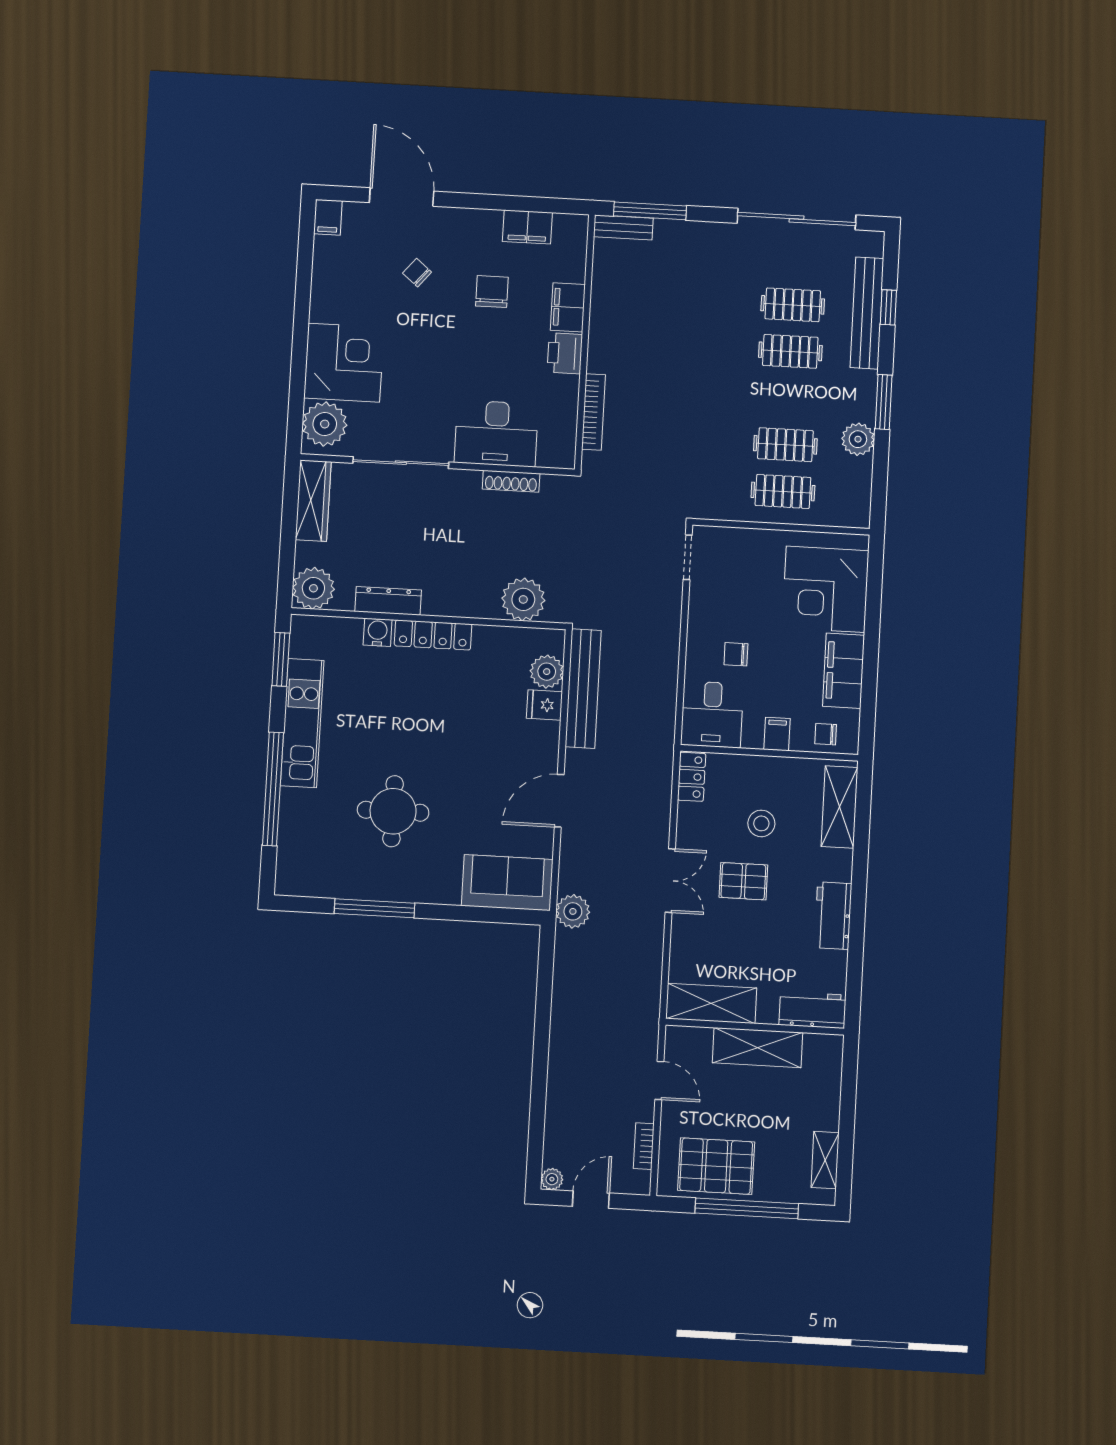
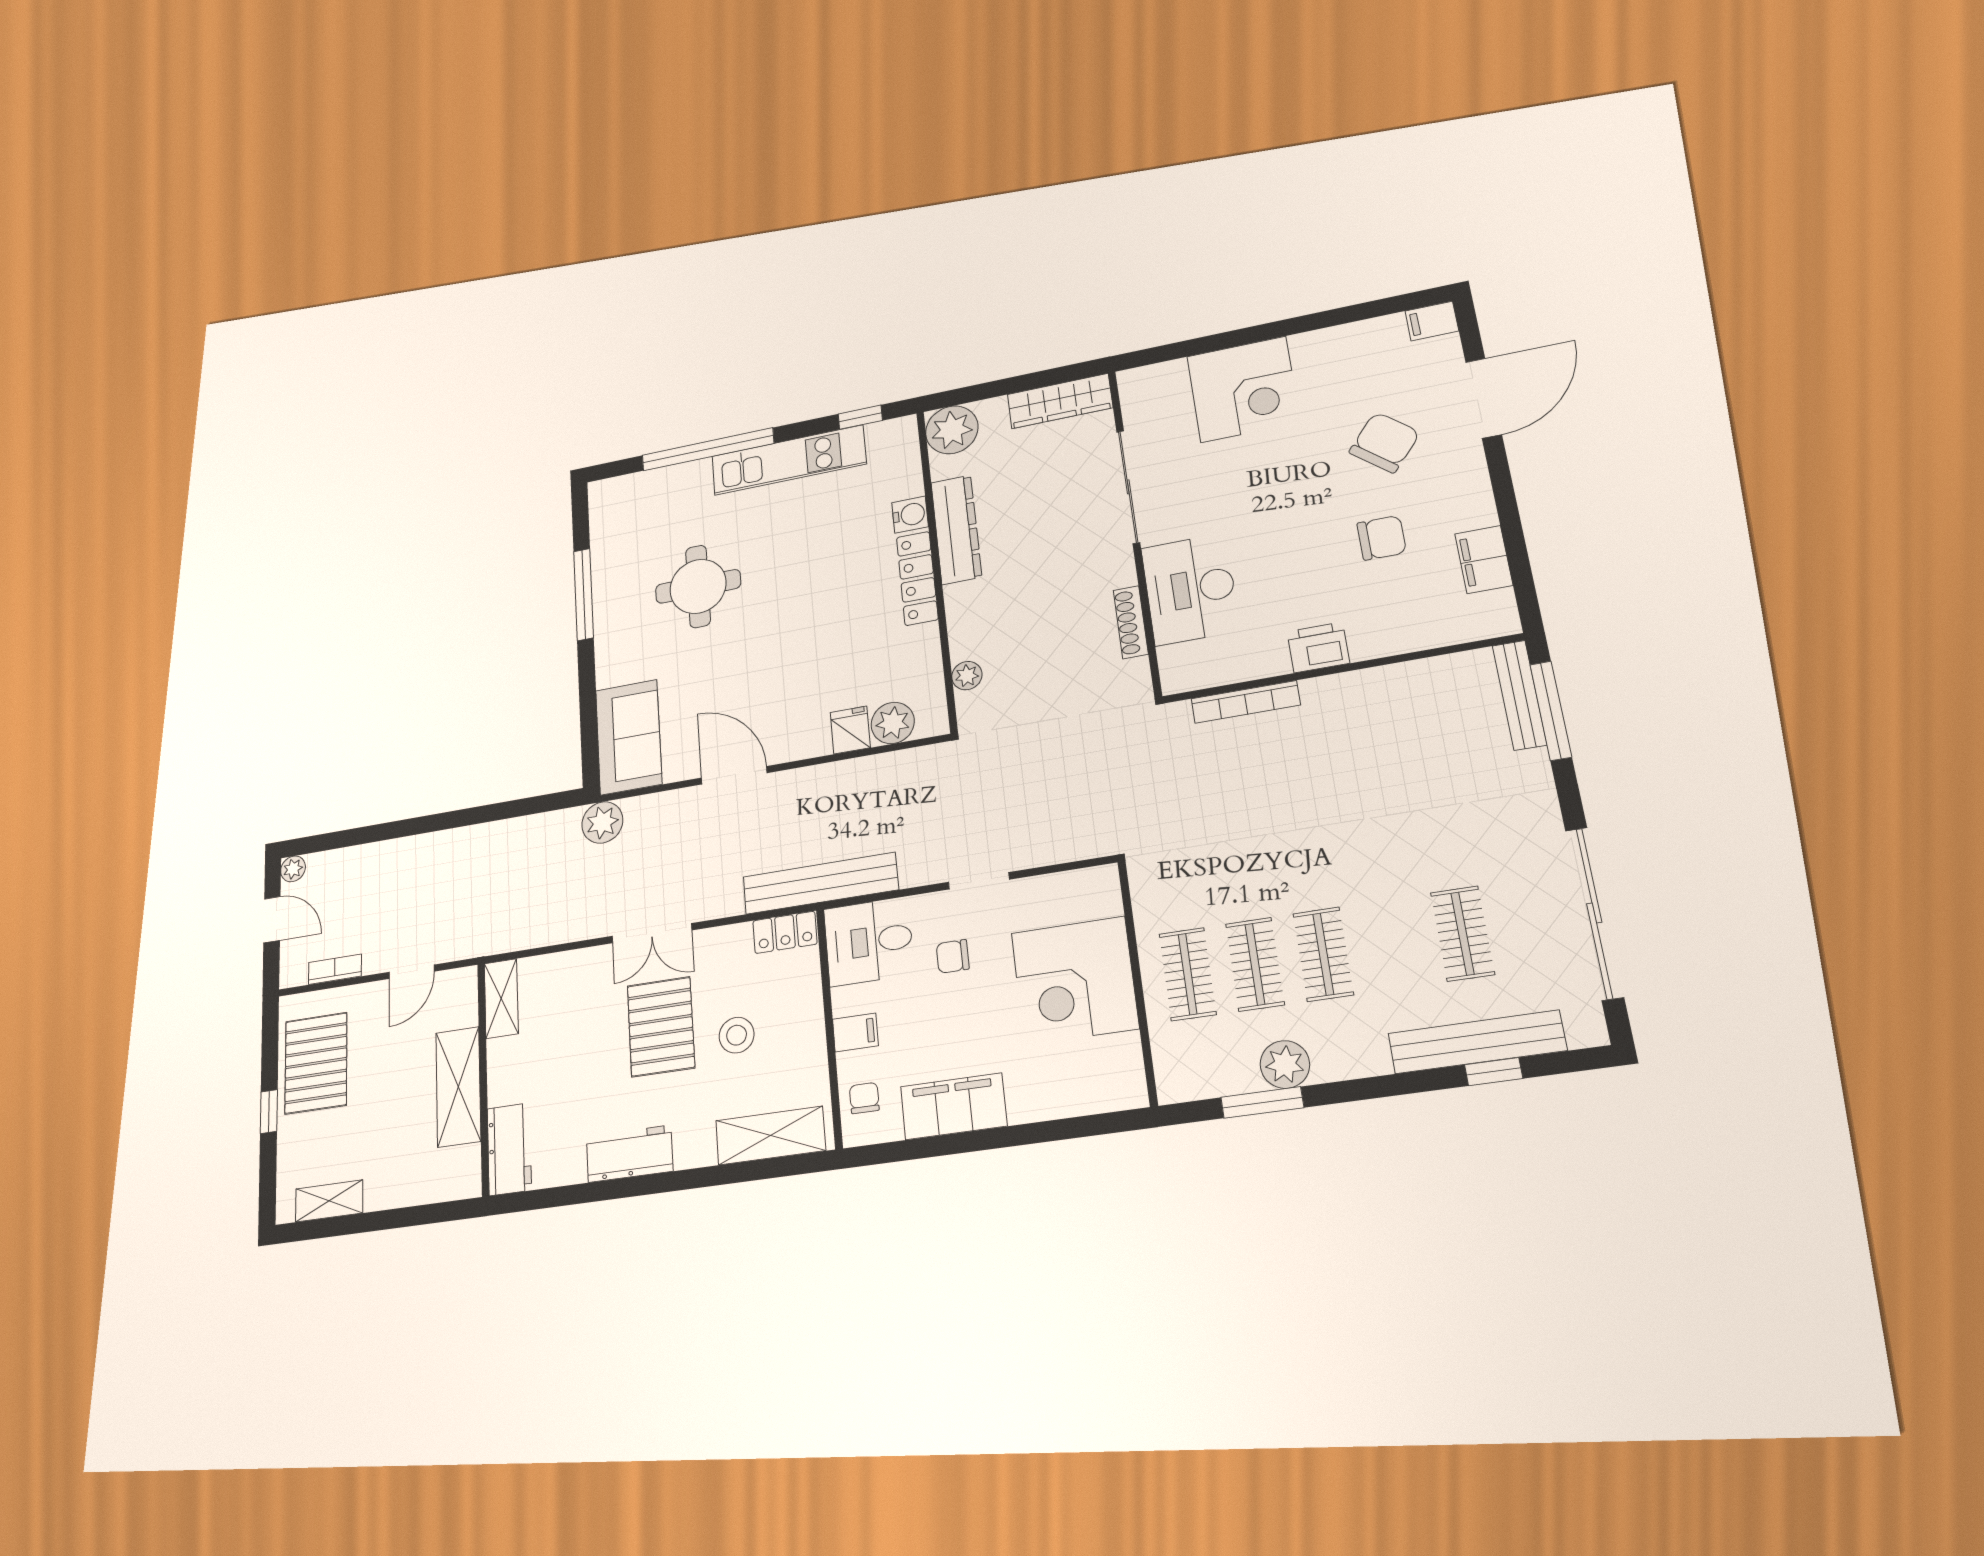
bench: (623, 228) -> (1519, 695), width x1.36
chair: (417, 273) -> (1384, 442), width x1.87, depth x1.87
filing cabinet: (568, 307) -> (1383, 636), removed
clothes rail: (790, 351) -> (1323, 954), moved
window: (884, 402) -> (1262, 1103), moved
plant: (325, 424) -> (1159, 388), removed
doorway: (688, 557) -> (979, 881), moved
corner desk: (826, 589) -> (1075, 980), moved, turned -90
plant: (523, 599) -> (967, 676), width x0.53, depth x0.53
dresser: (388, 601) -> (956, 530), width x1.37, depth x1.24
chair: (736, 654) -> (953, 956), turned -90
window: (281, 659) -> (860, 417), width x0.67
bench: (583, 689) -> (820, 883), moved
pallet: (743, 881) -> (661, 1027), width x1.50, depth x1.42
shelving: (711, 1003) -> (501, 999), width x0.67, depth x0.75
window: (747, 1208) -> (269, 1112), width x0.32

